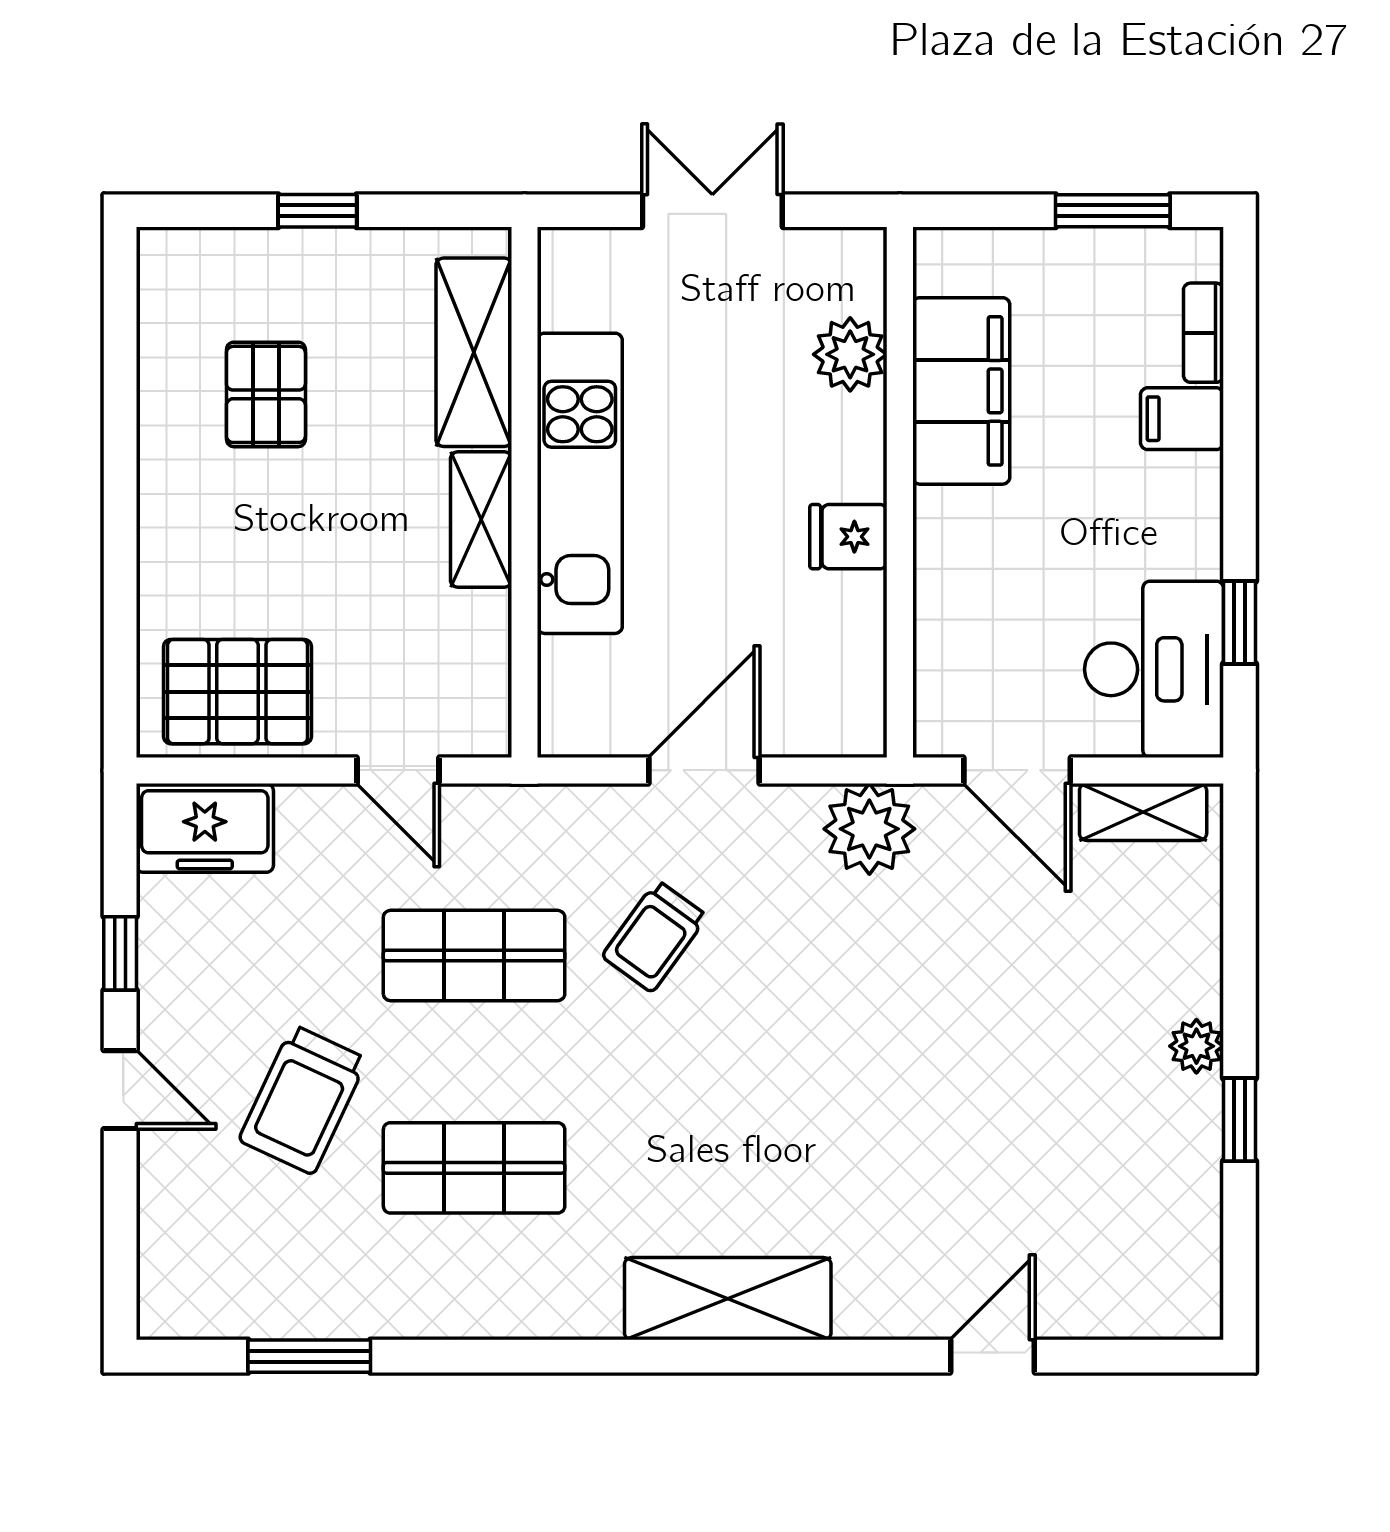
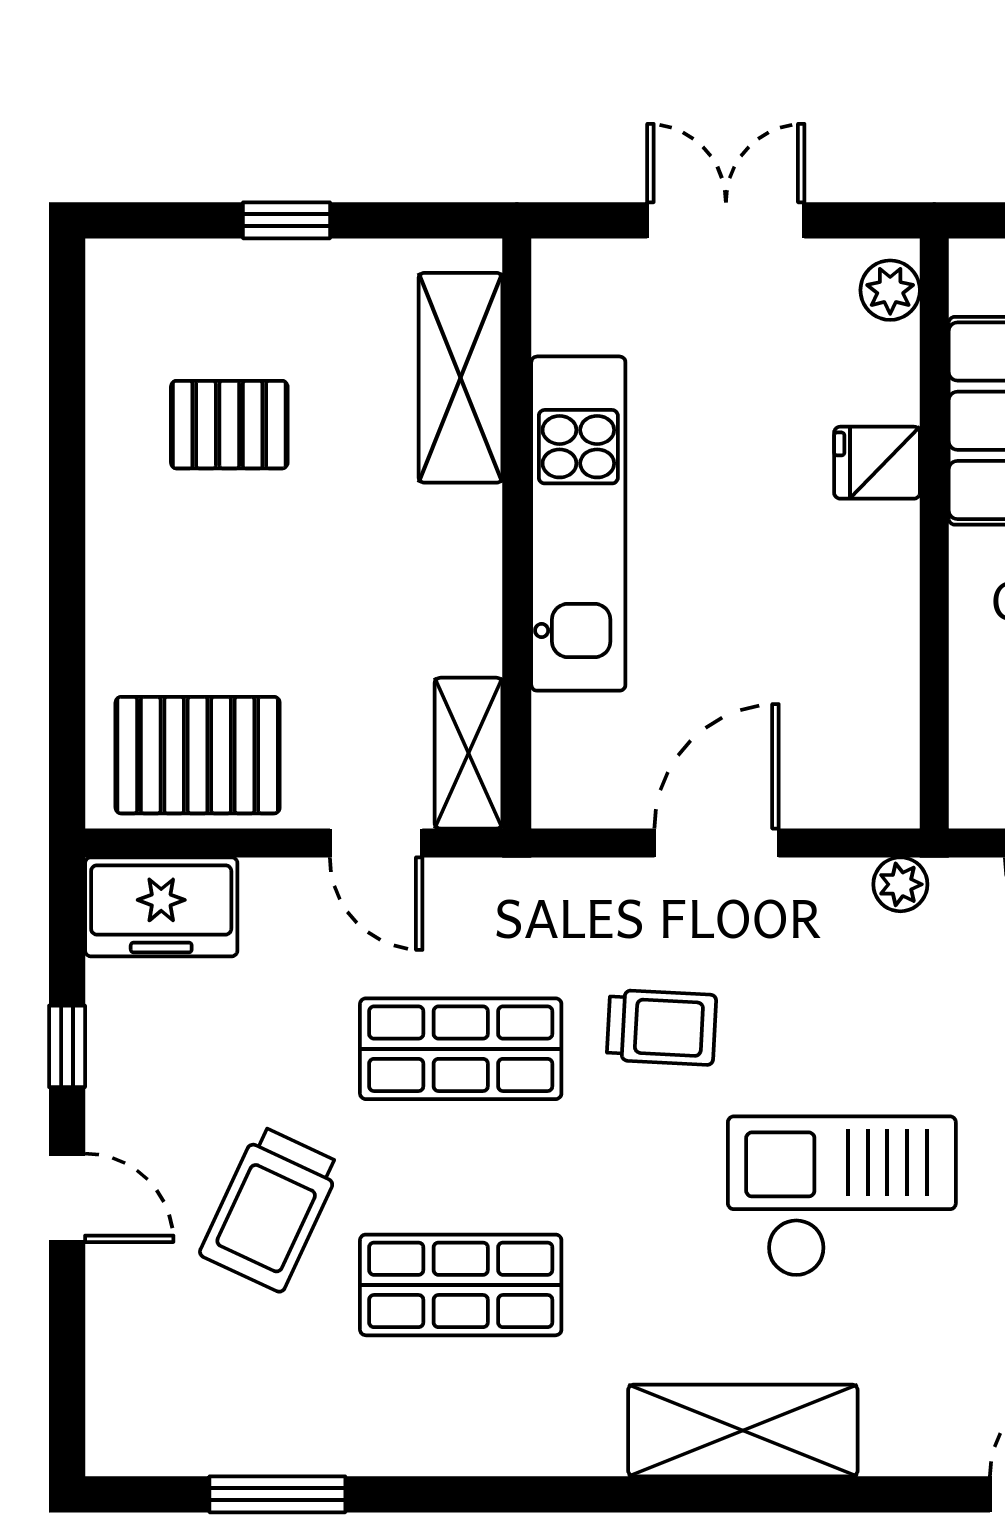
plant: (850, 354) -> (890, 290), moved, width x0.73, depth x0.73
pallet: (266, 394) -> (229, 425), turned 90
shelving: (481, 520) -> (469, 753), moved
fridge: (848, 537) -> (877, 463), moved
plant: (869, 829) -> (900, 884), width x0.53, depth x0.53
trolley: (655, 936) -> (662, 1027), turned -123
checkout: (817, 1088) -> (842, 1196), added

